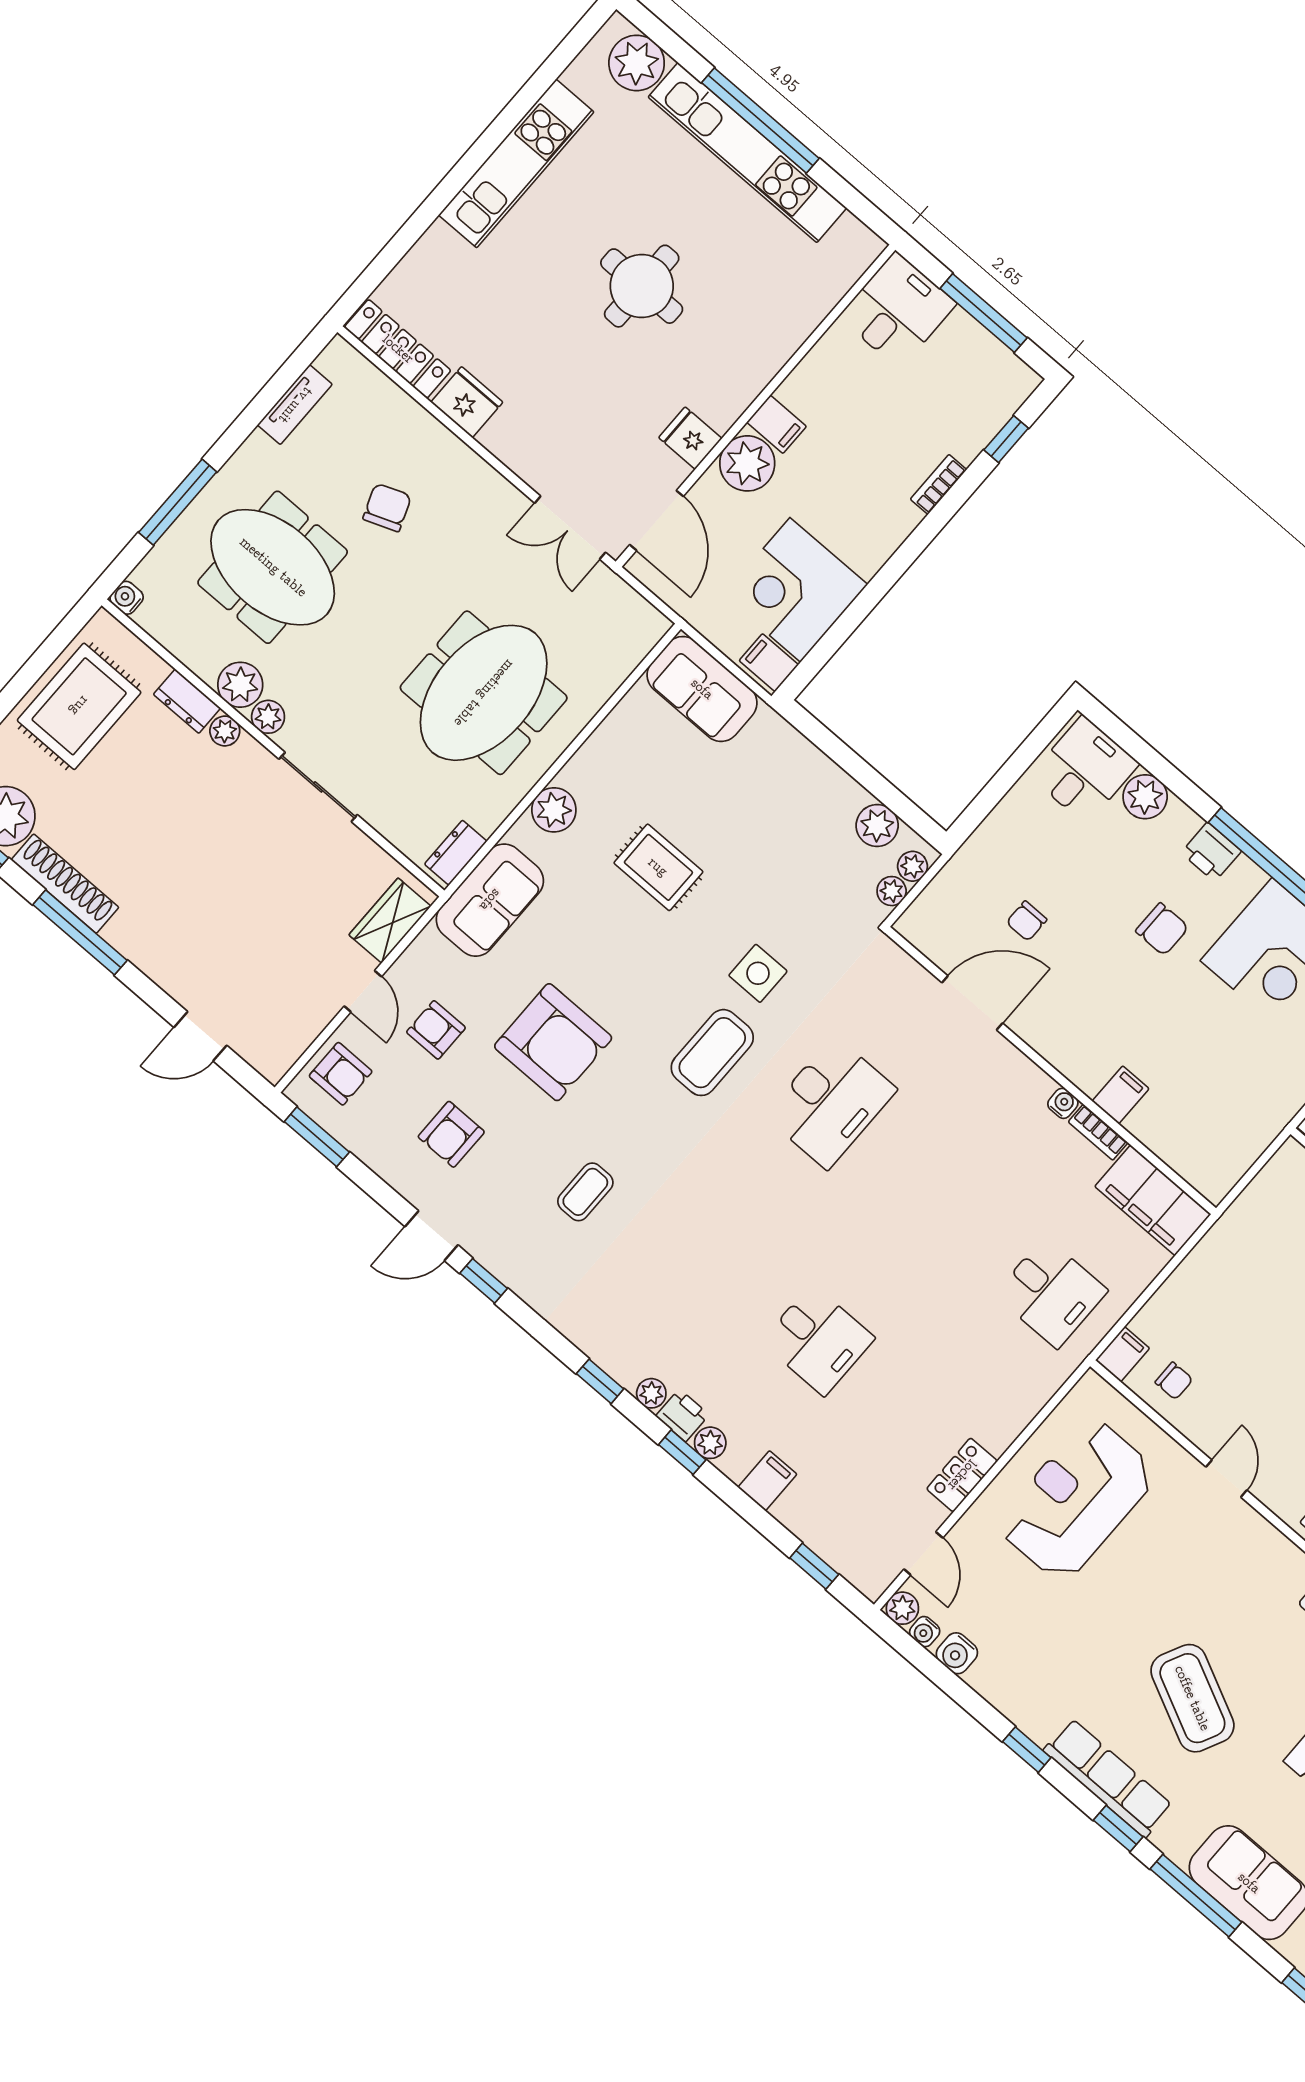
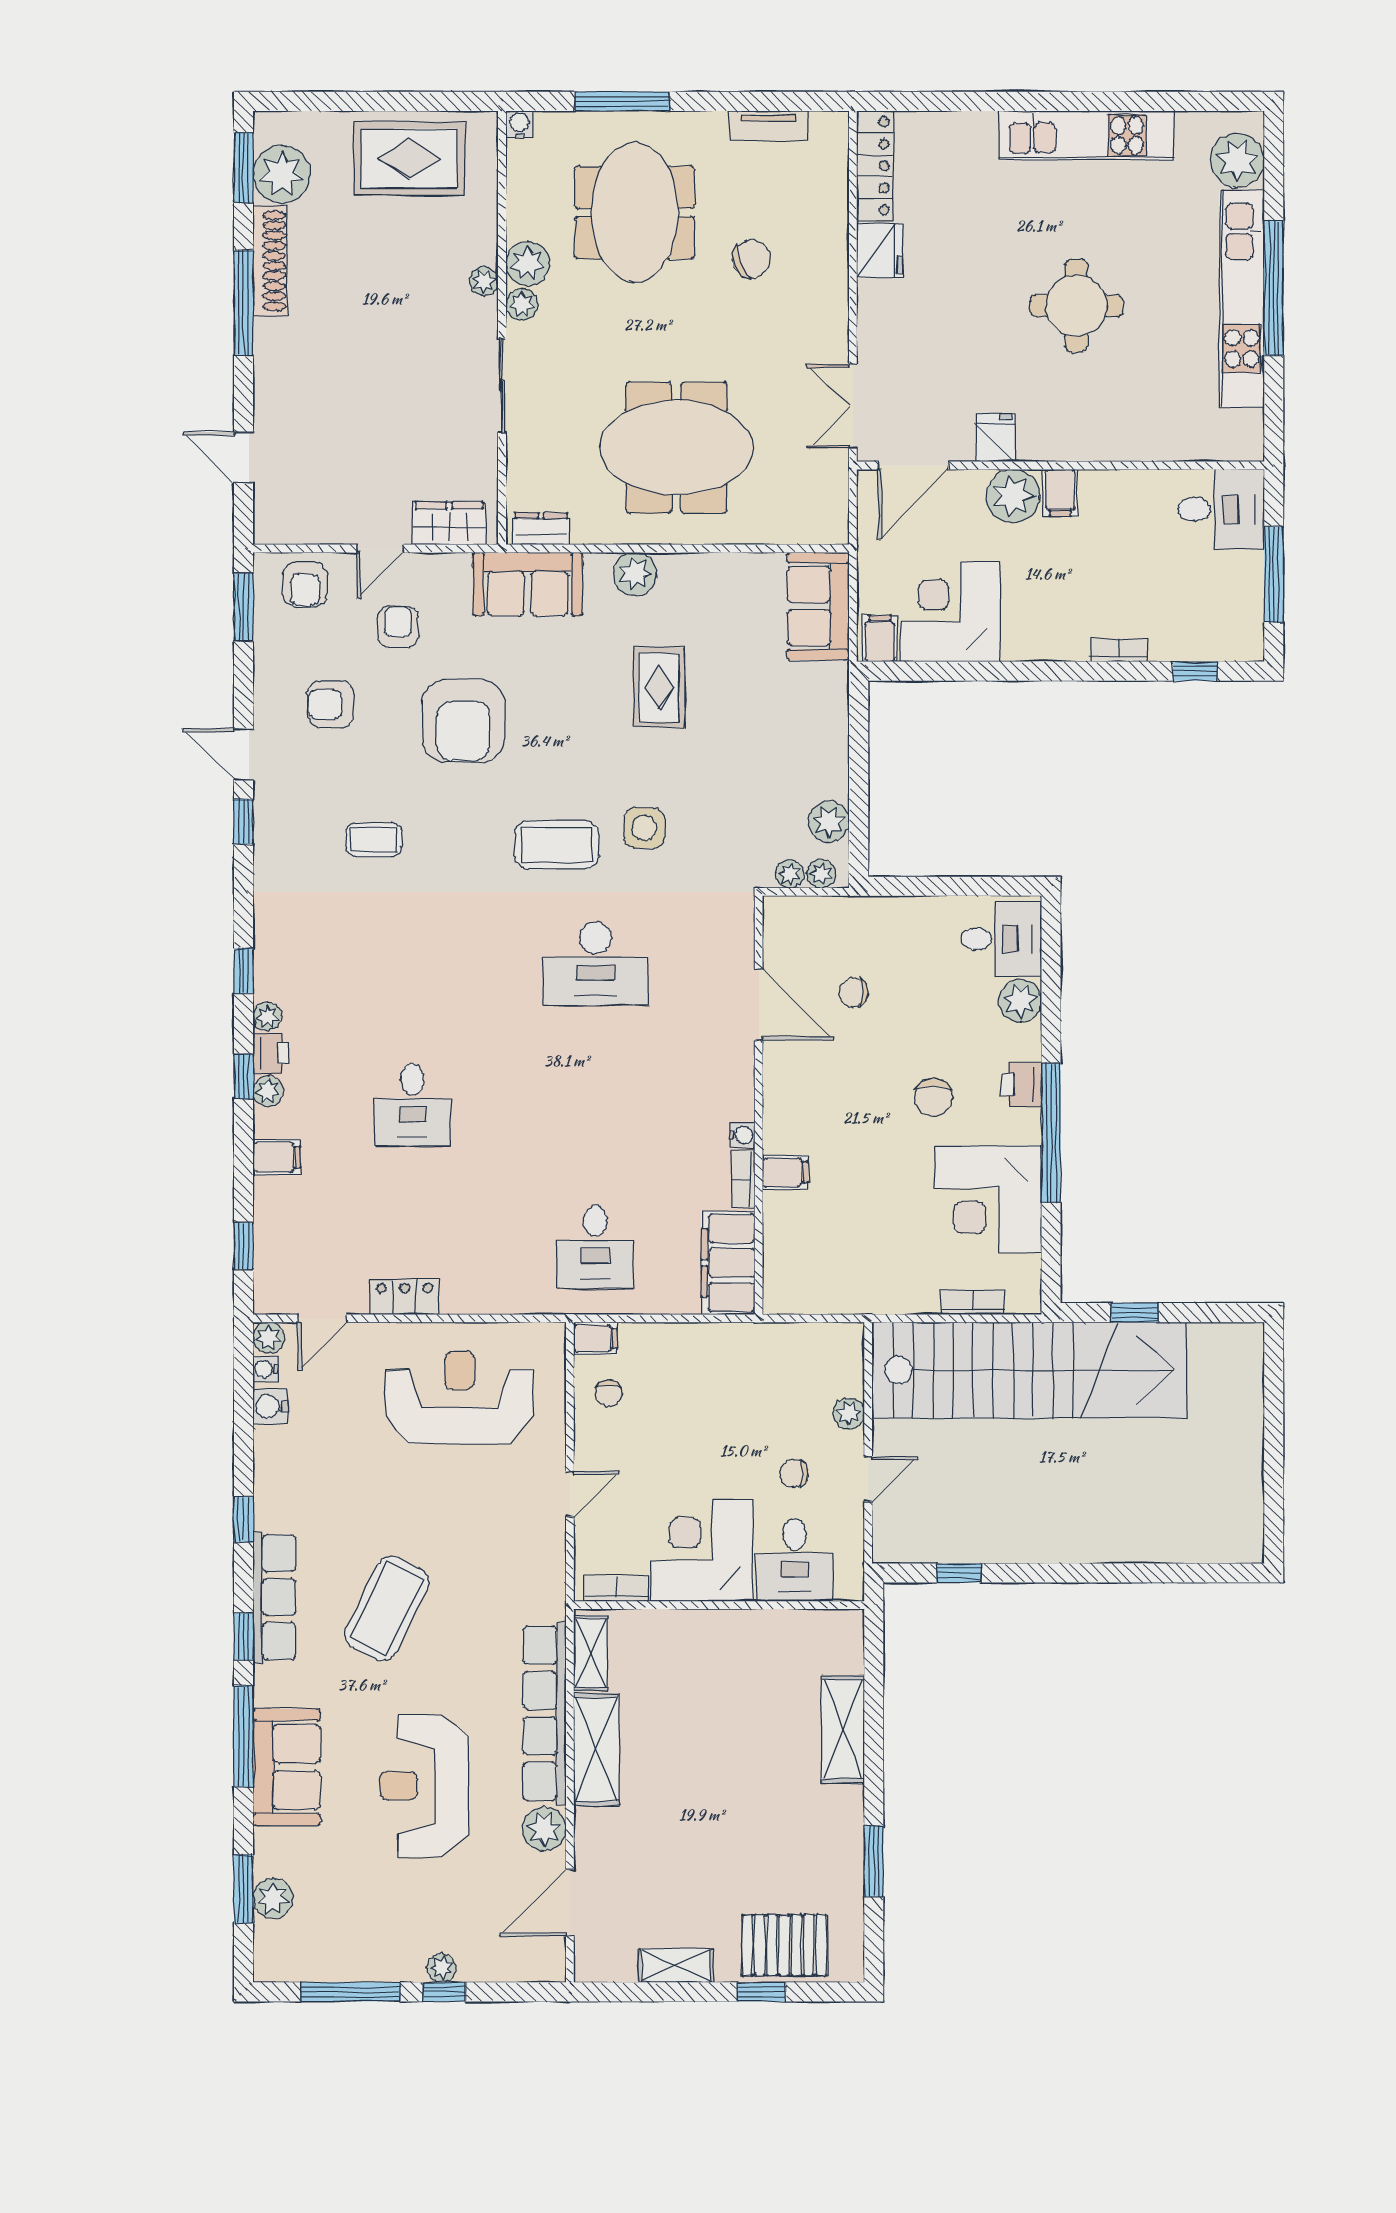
dresser: (187, 701) -> (482, 235), removed

